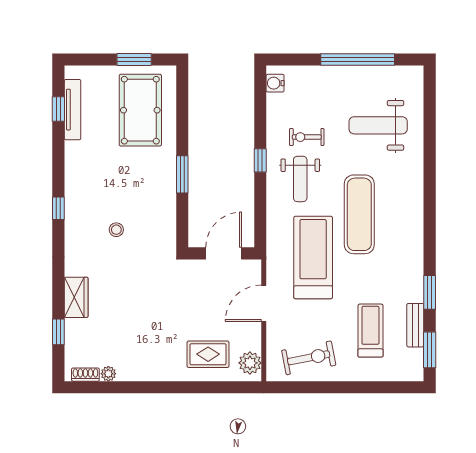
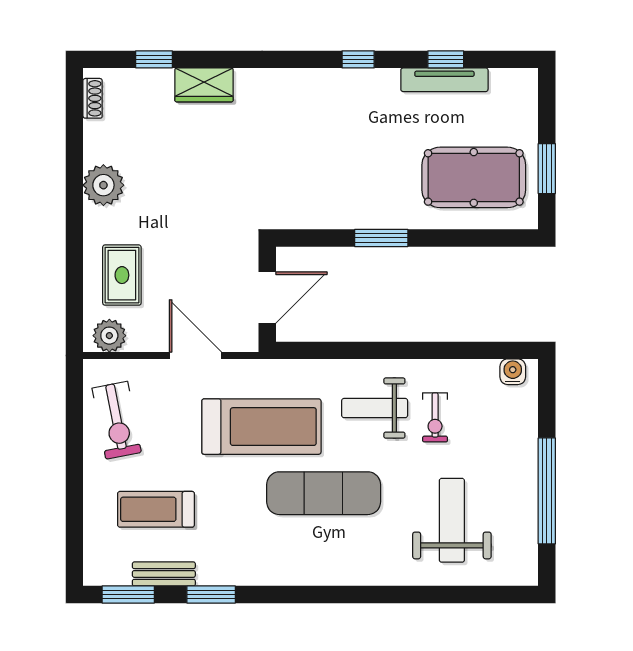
window: (58, 109) -> (446, 59), moved
tv unit: (72, 110) -> (444, 80), moved
exercise bike: (307, 137) -> (435, 417), turned 180
window: (260, 160) -> (401, 350), removed
window: (58, 208) -> (358, 59), moved
stool: (116, 230) -> (301, 143), removed
door: (224, 253) -> (267, 298), hinge flipped
treadmill: (370, 331) -> (156, 509), turned 180
plant: (108, 374) -> (103, 185), moved, width x1.88, depth x1.88

